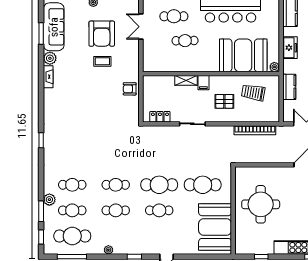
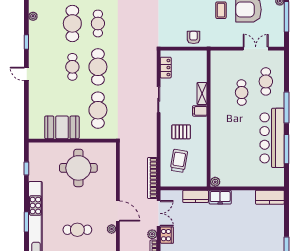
freezer: (290, 48) -> (220, 197), moved
booth: (243, 55) -> (227, 151), removed
trolley: (253, 93) -> (179, 161), moved
pallet: (224, 101) -> (181, 132), turned 90
bookcase: (255, 130) -> (152, 178), moved
cafe table: (116, 210) -> (72, 23), width x1.37, depth x1.35
booth: (215, 227) -> (62, 127), width x0.73, depth x0.70

